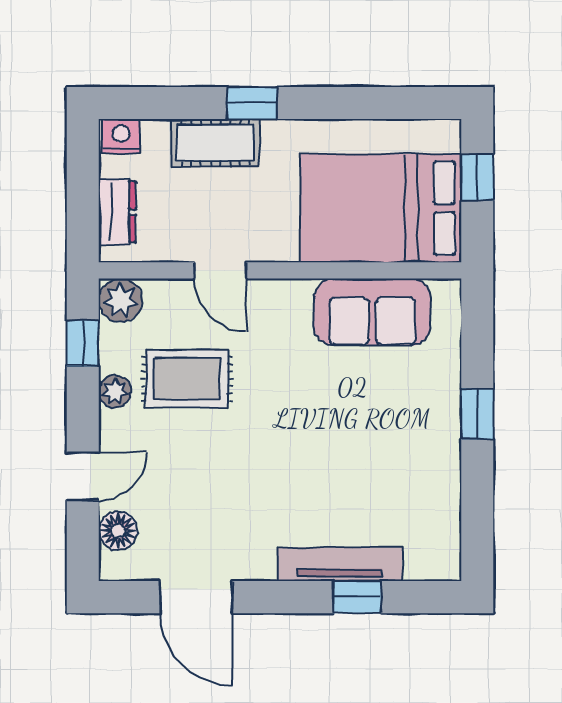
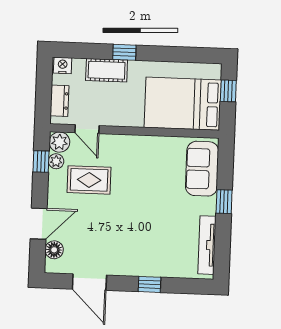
door: (220, 270) -> (87, 129), moved
sofa: (372, 312) -> (202, 169), moved, turned 90
plant: (115, 391) -> (56, 161), moved
door: (83, 476) -> (39, 224), width x1.38
tv unit: (340, 564) -> (207, 245), moved, turned -90
window: (357, 597) -> (150, 284), moved

